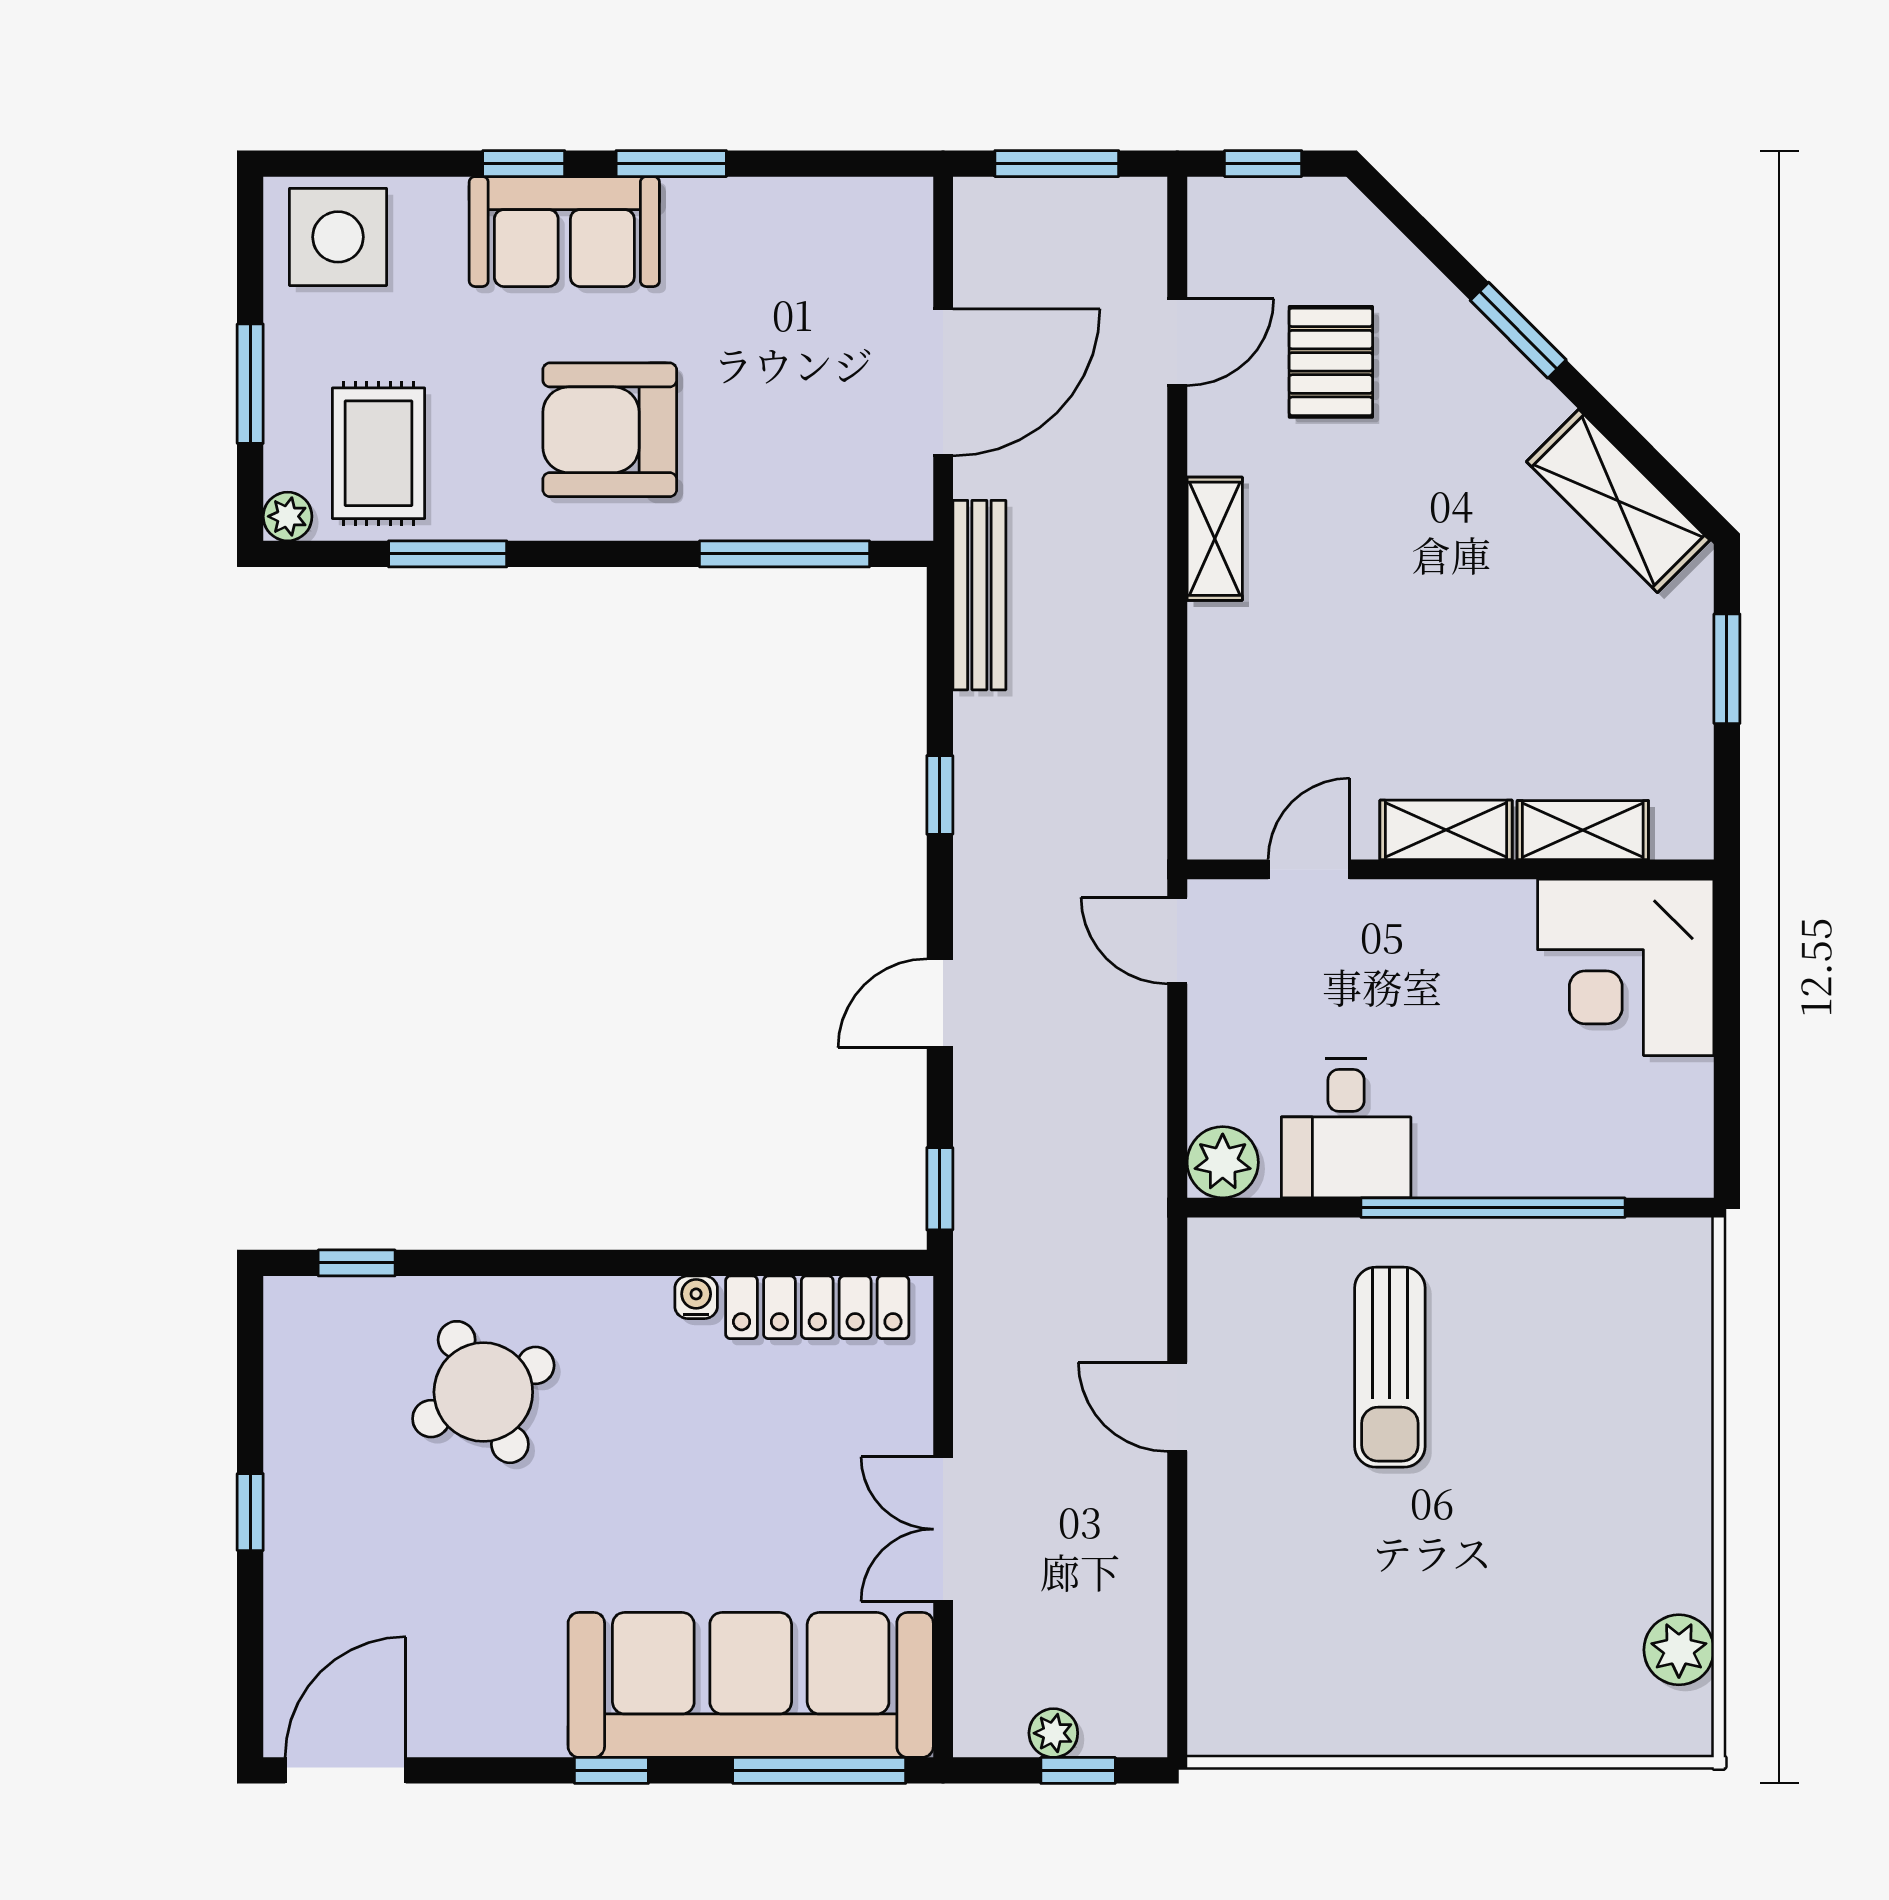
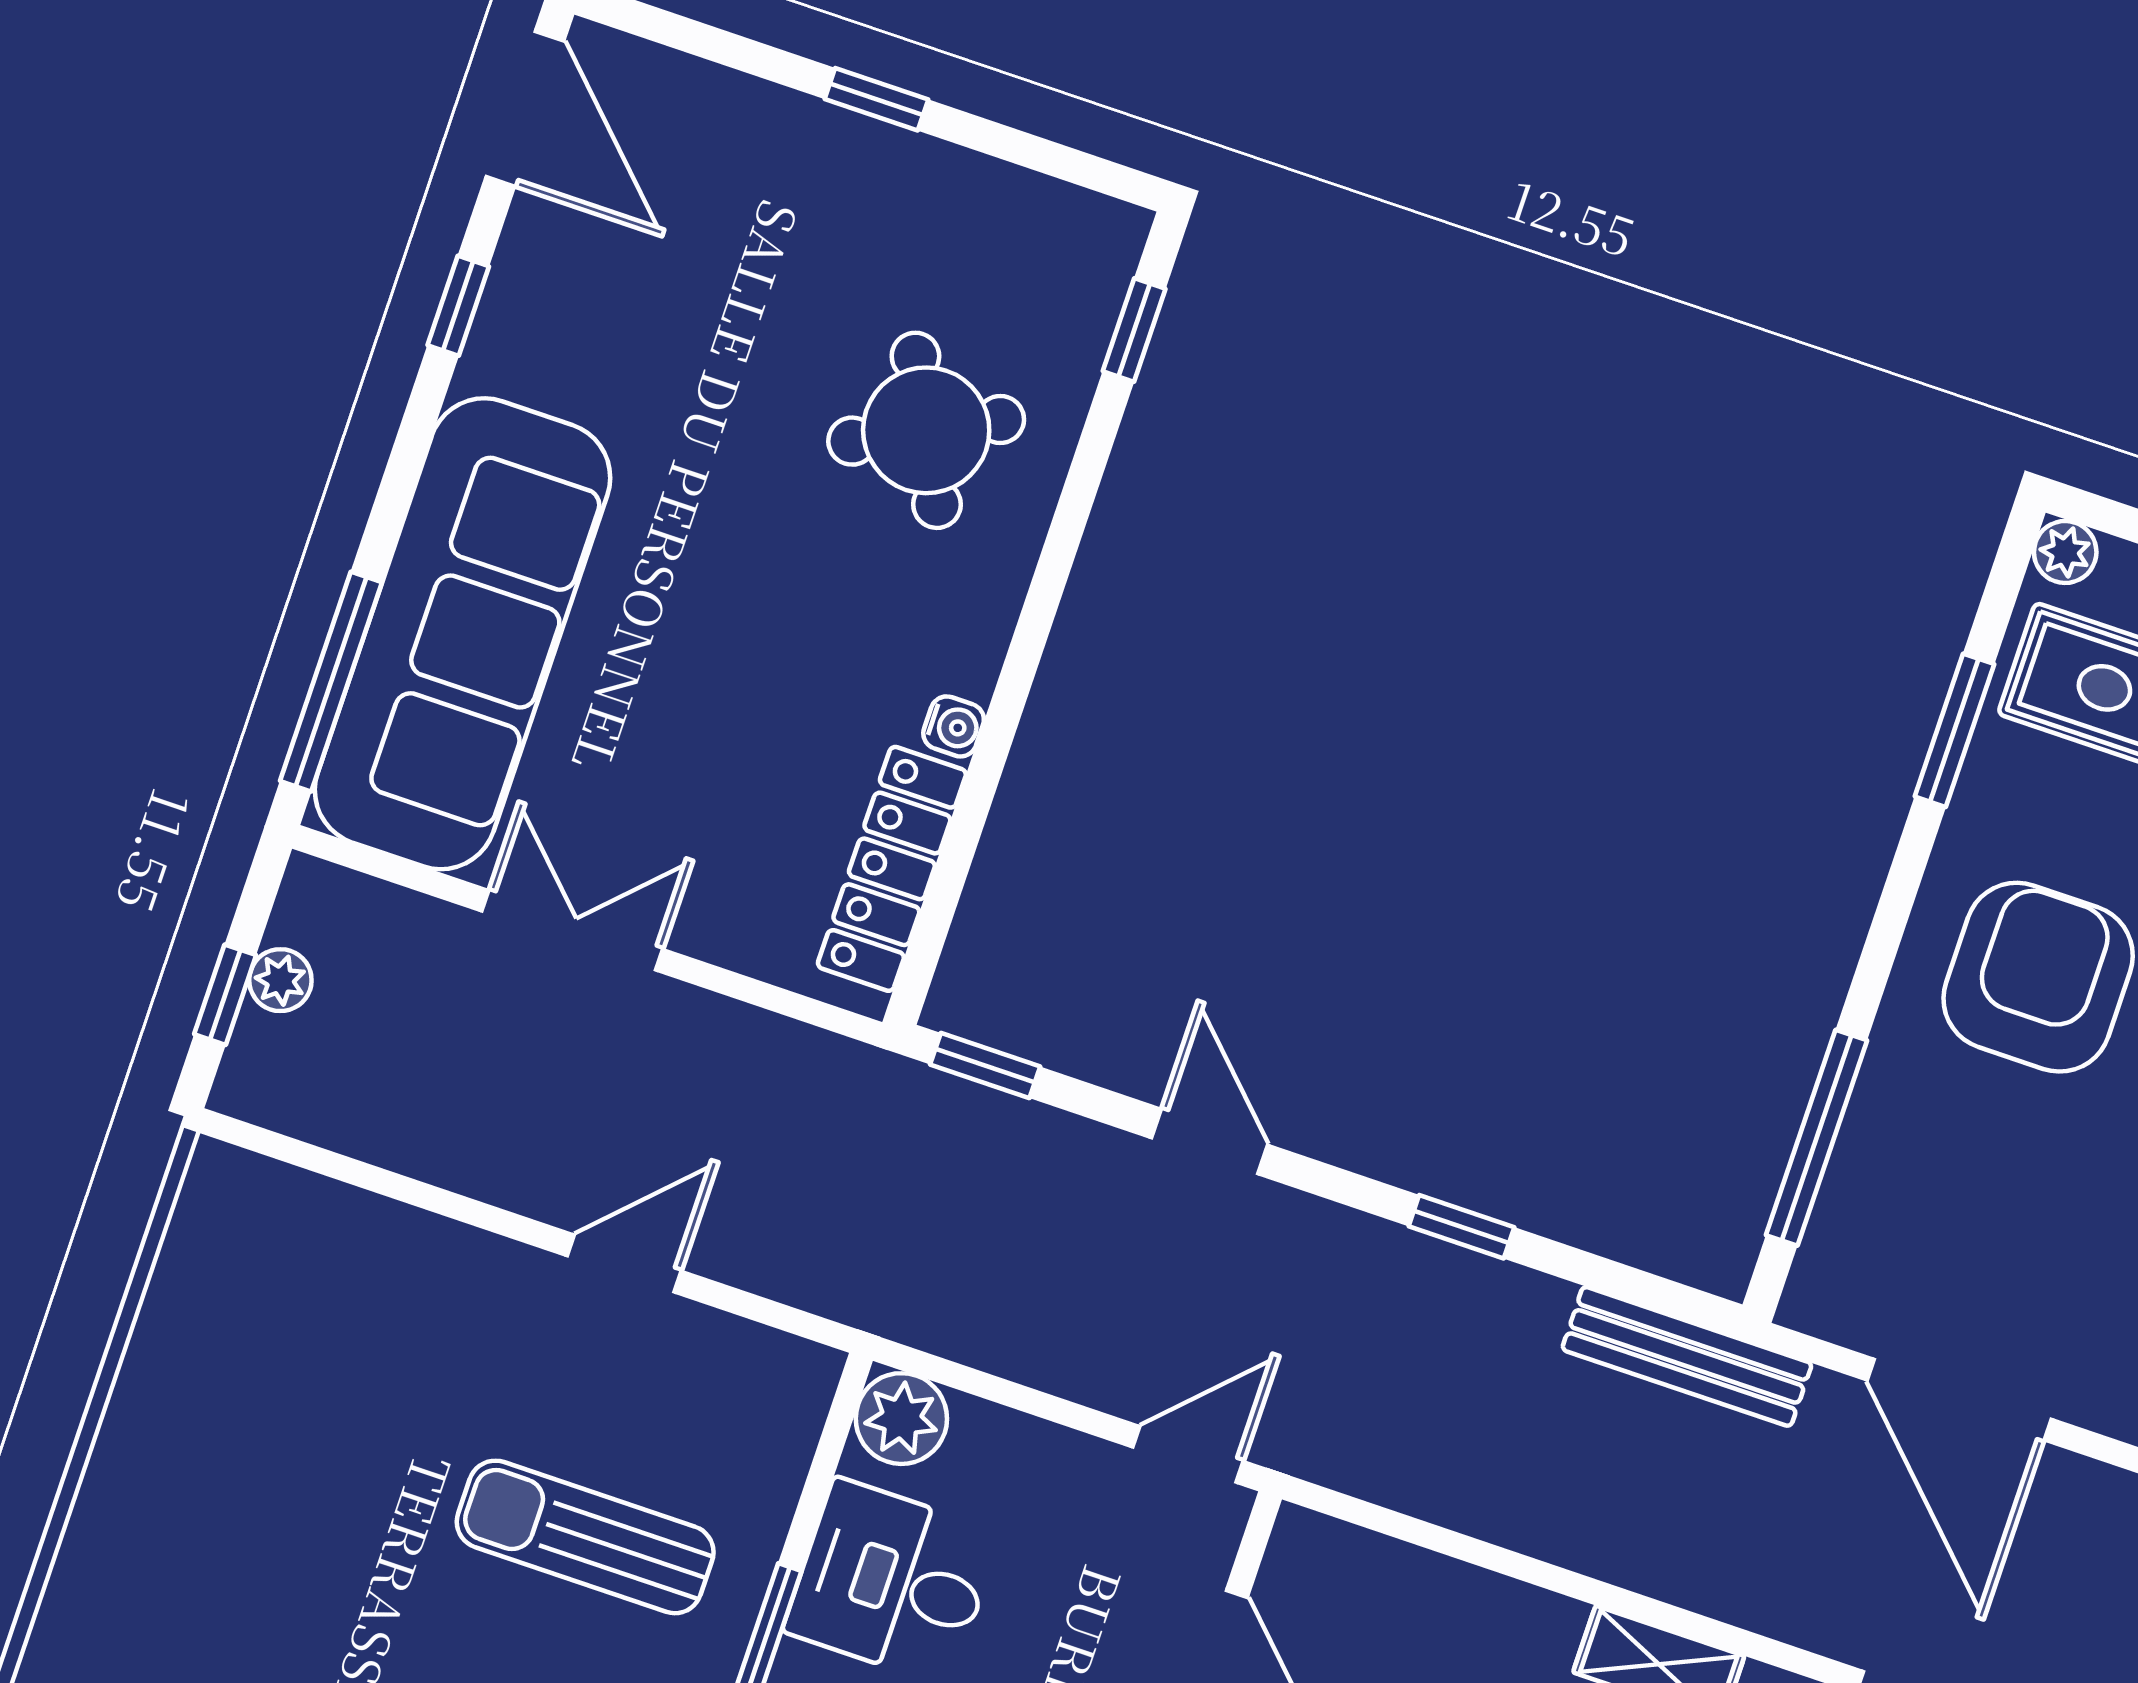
window: (611, 1770) -> (458, 306), moved

